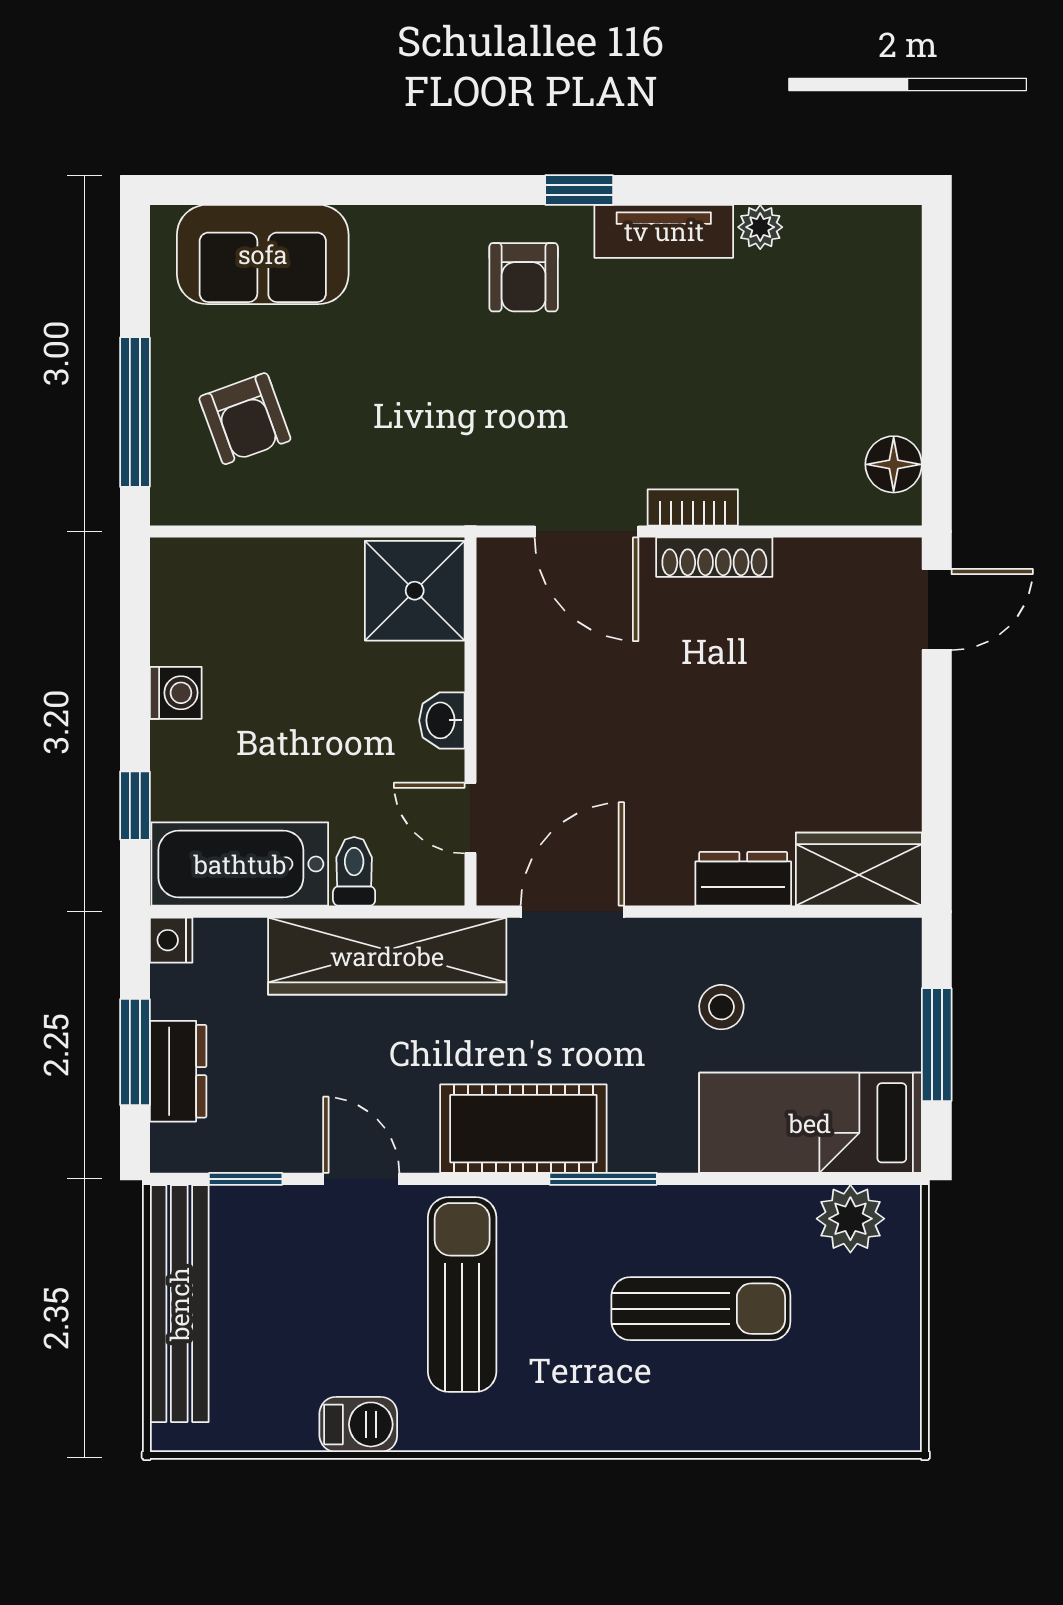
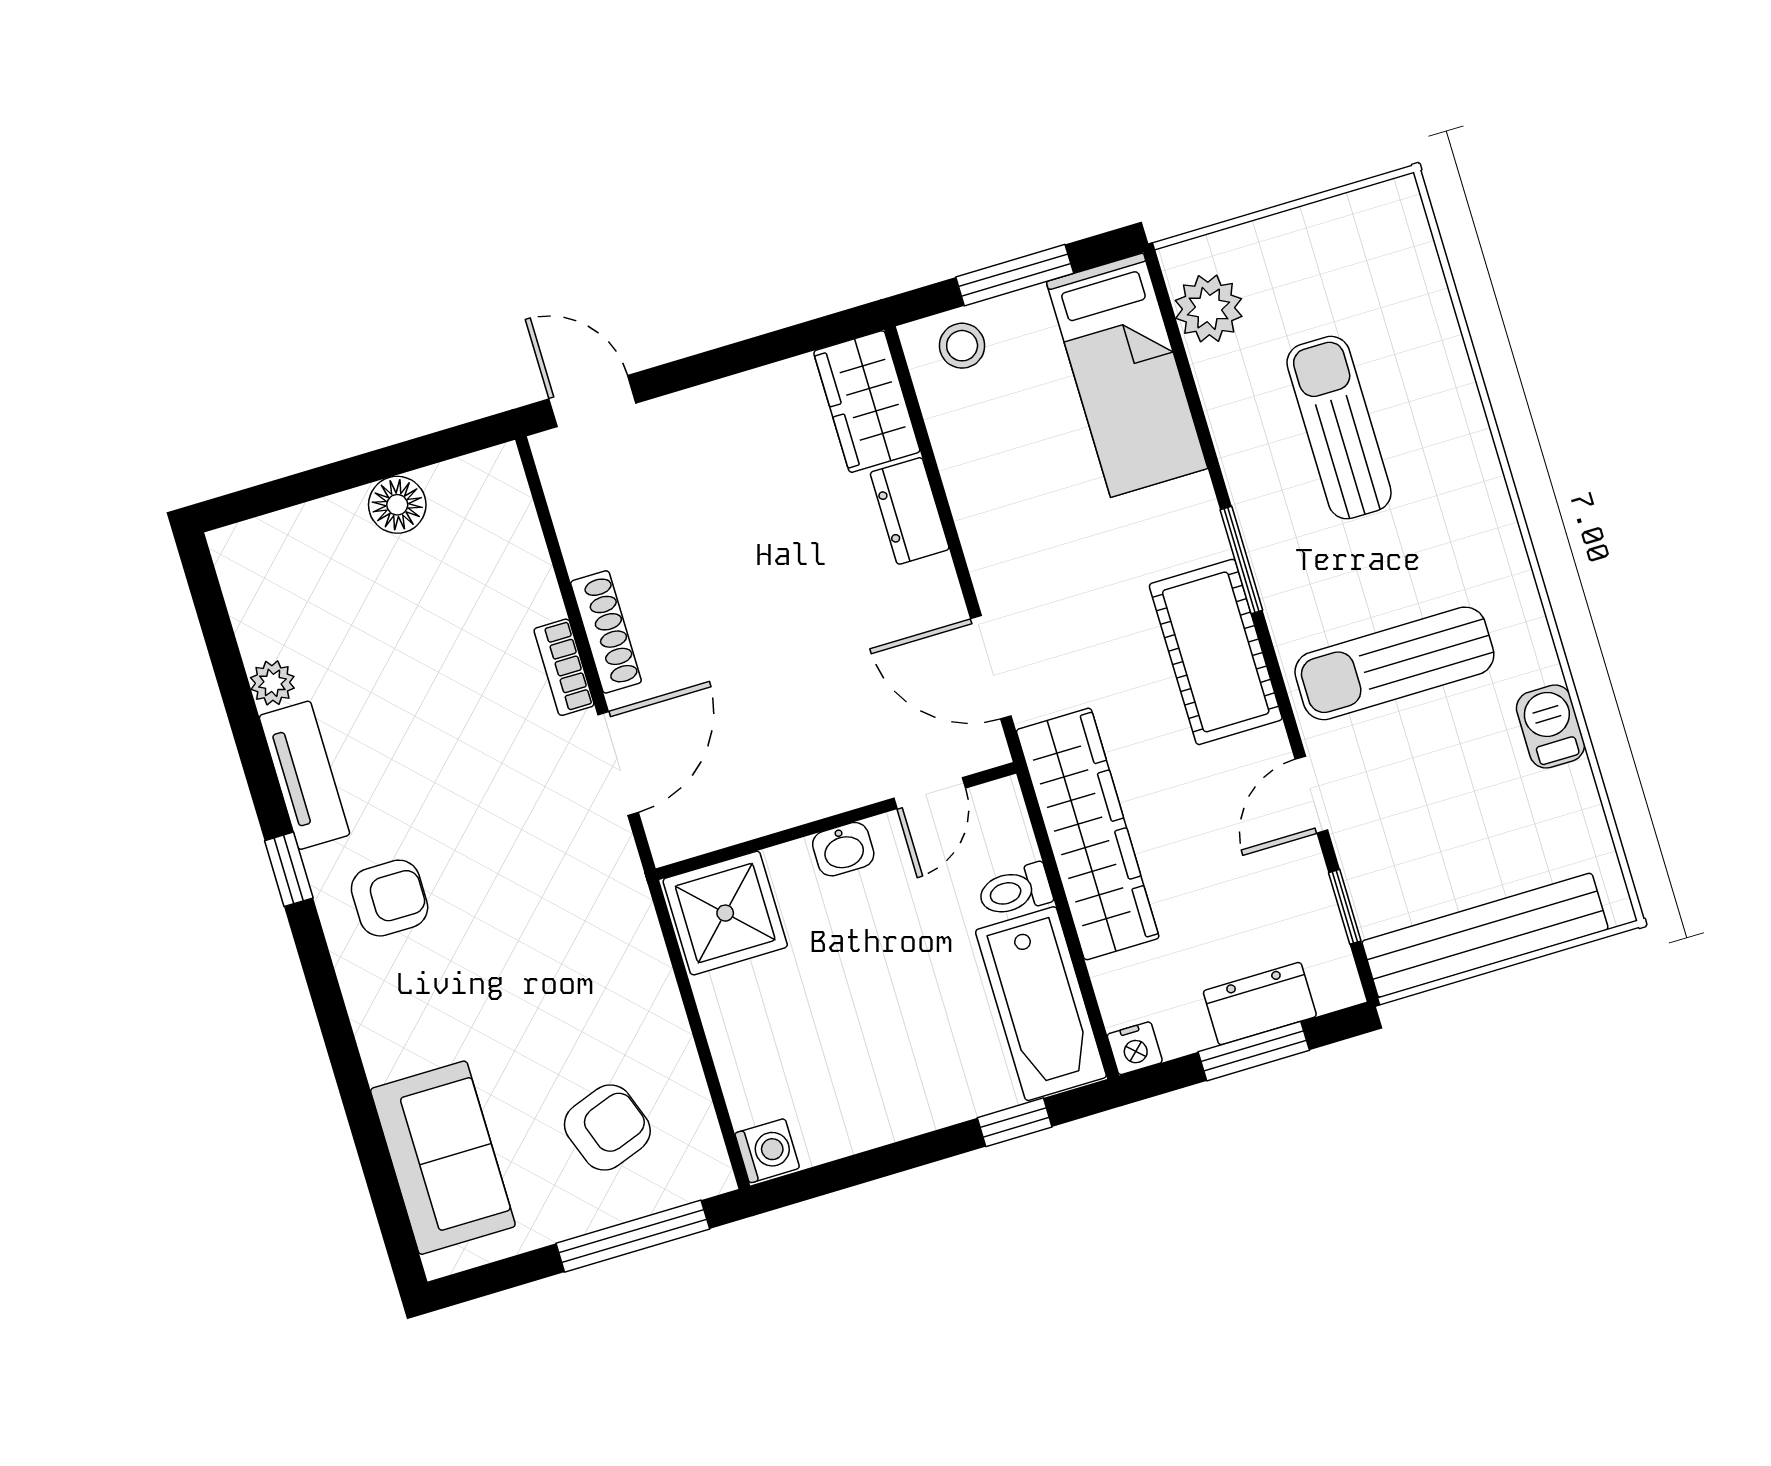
floor lamp: (894, 464) -> (397, 505), moved
washing machine: (176, 693) -> (767, 1151), moved, turned 90
stool: (721, 1007) -> (962, 346), moved

